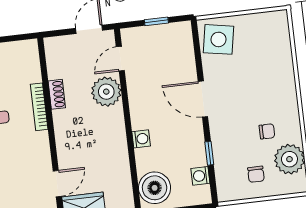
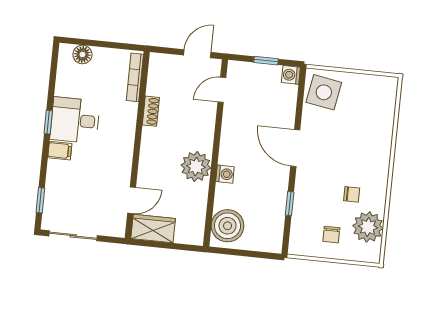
plant: (106, 92) -> (196, 167), moved
bookcase: (39, 107) -> (135, 77), moved
washing machine: (200, 176) -> (291, 75), moved

